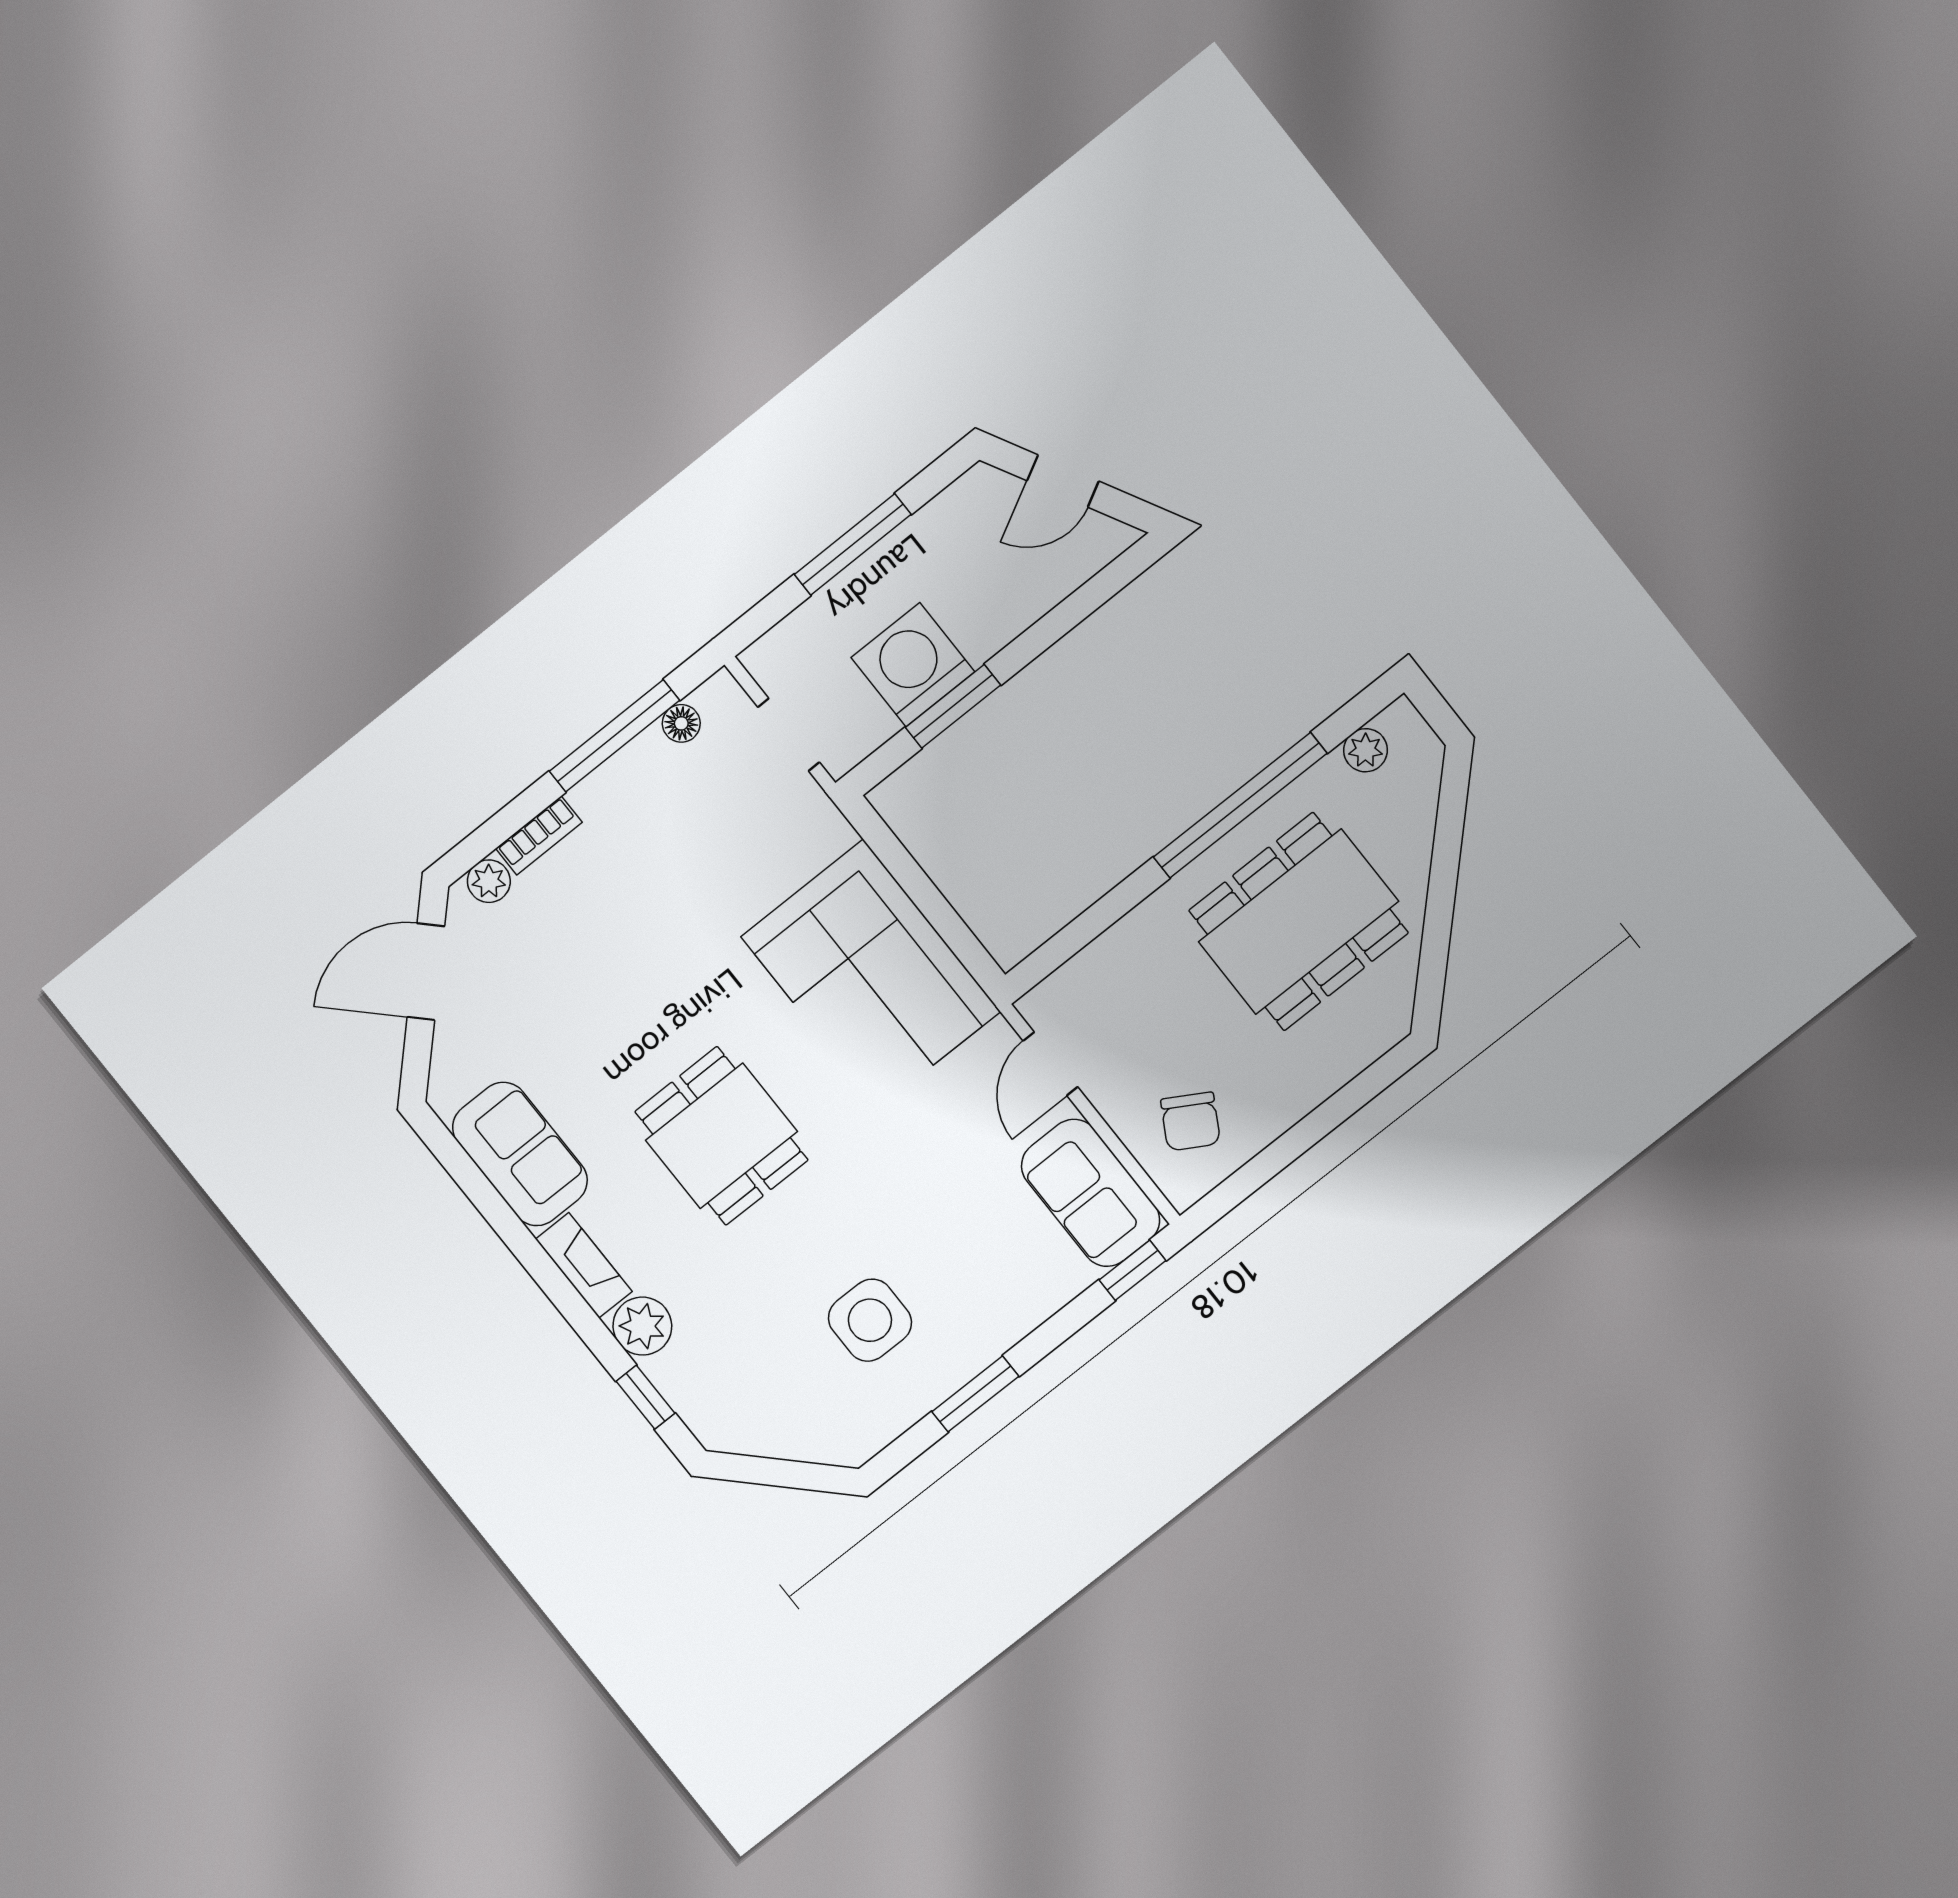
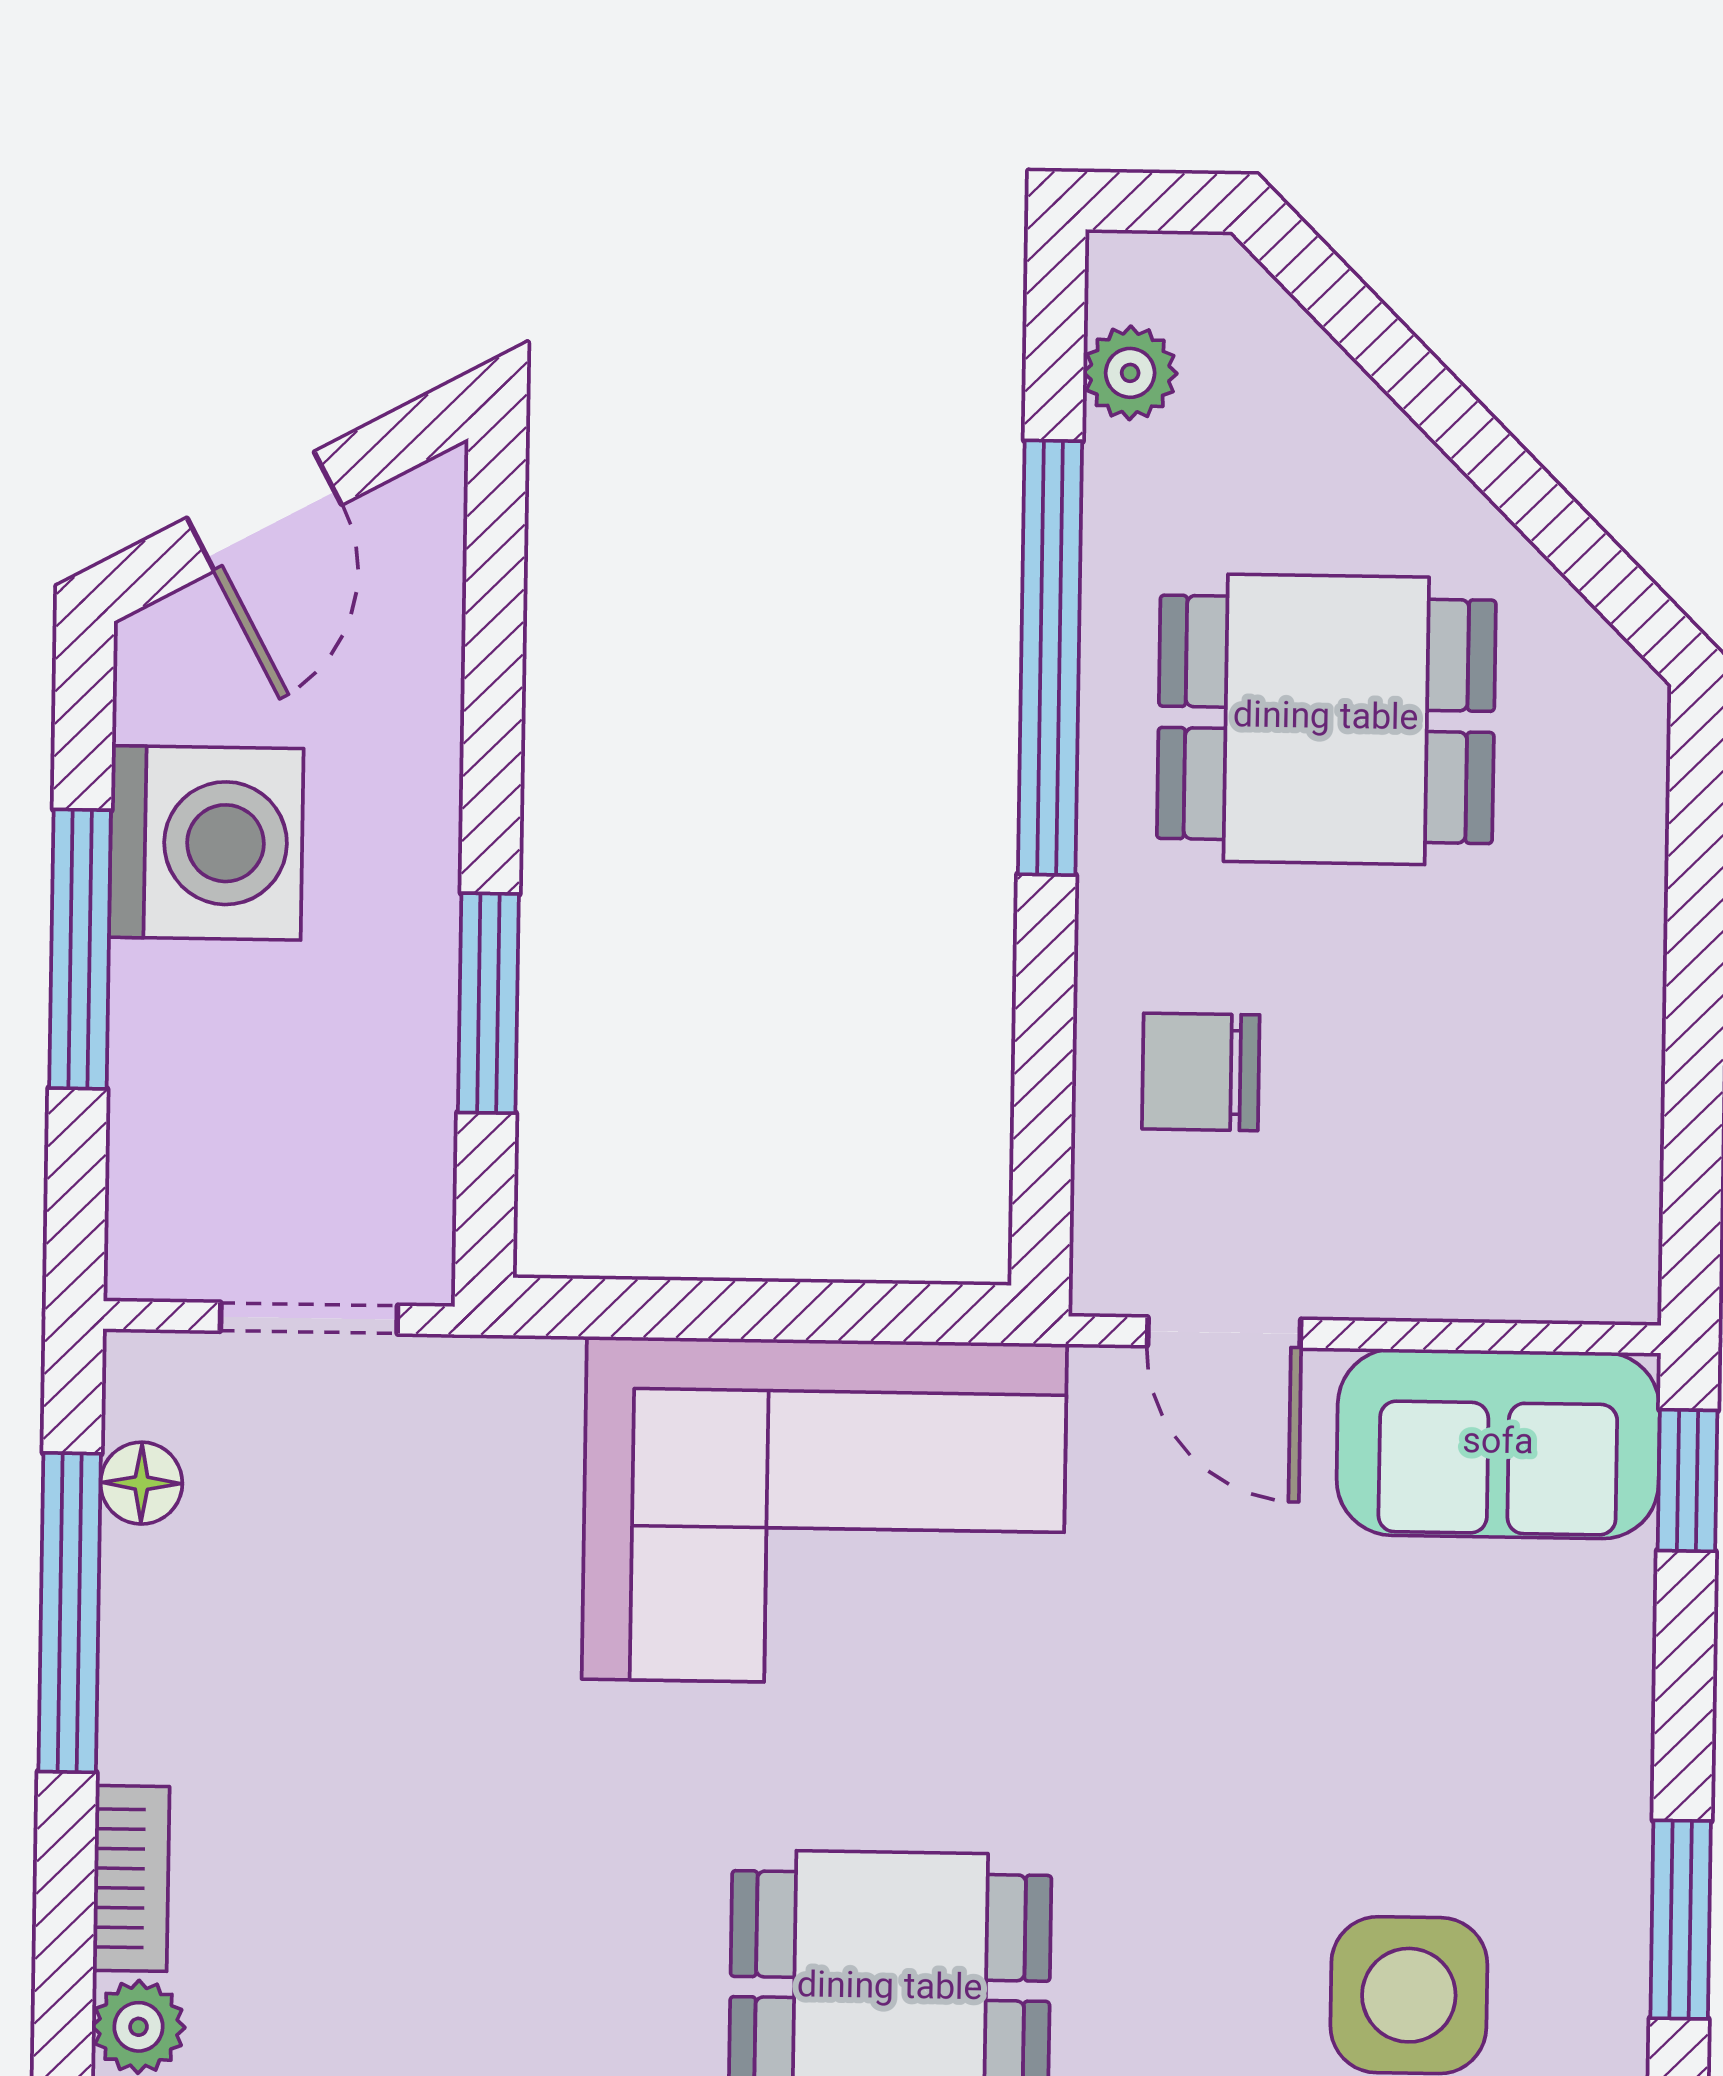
washing machine: (913, 665) -> (206, 843), moved, turned 180
dining table: (1299, 922) -> (1326, 719), width x0.73
chair: (1190, 1121) -> (1201, 1072), moved, turned 150

